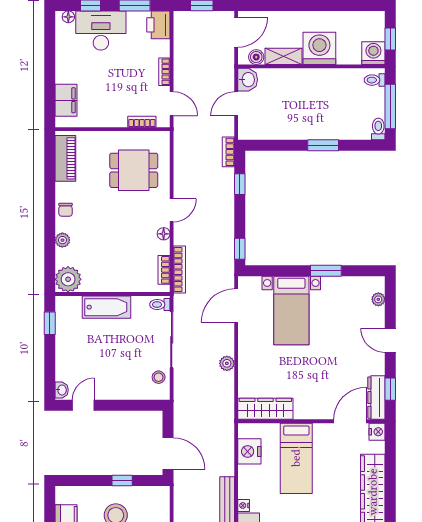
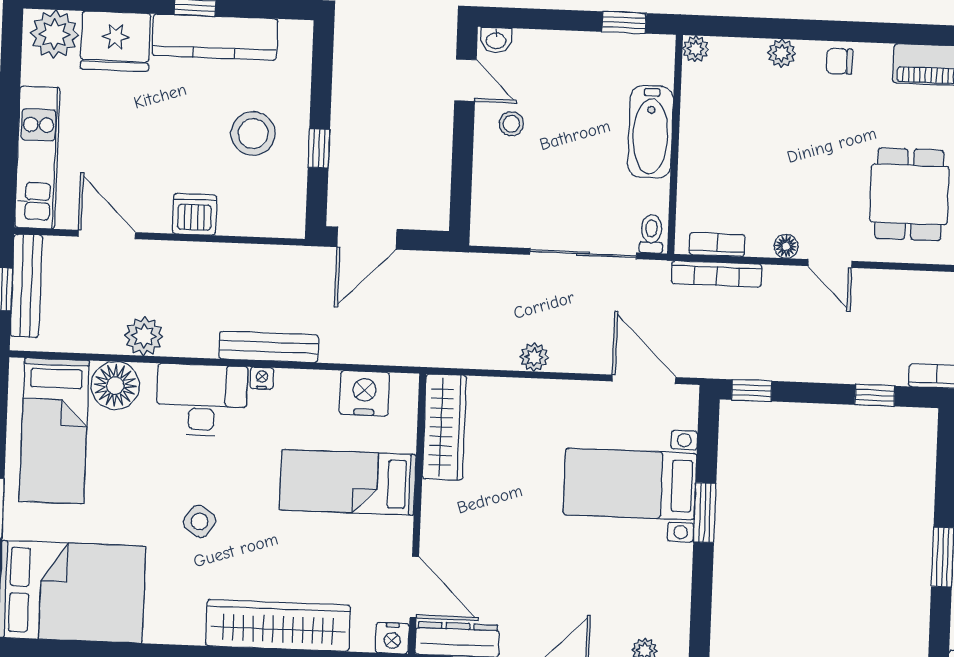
window: (326, 271) -> (705, 513), moved
plant: (68, 279) -> (696, 49), width x0.53, depth x0.53
stool: (159, 377) -> (511, 124), moved

